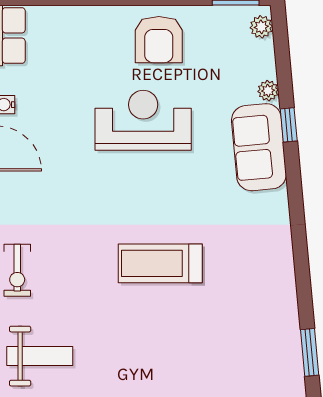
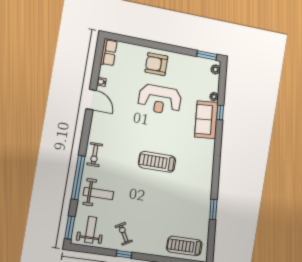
armchair: (159, 40) -> (156, 64), moved, turned 90
reception desk: (143, 120) -> (160, 100), turned 180

